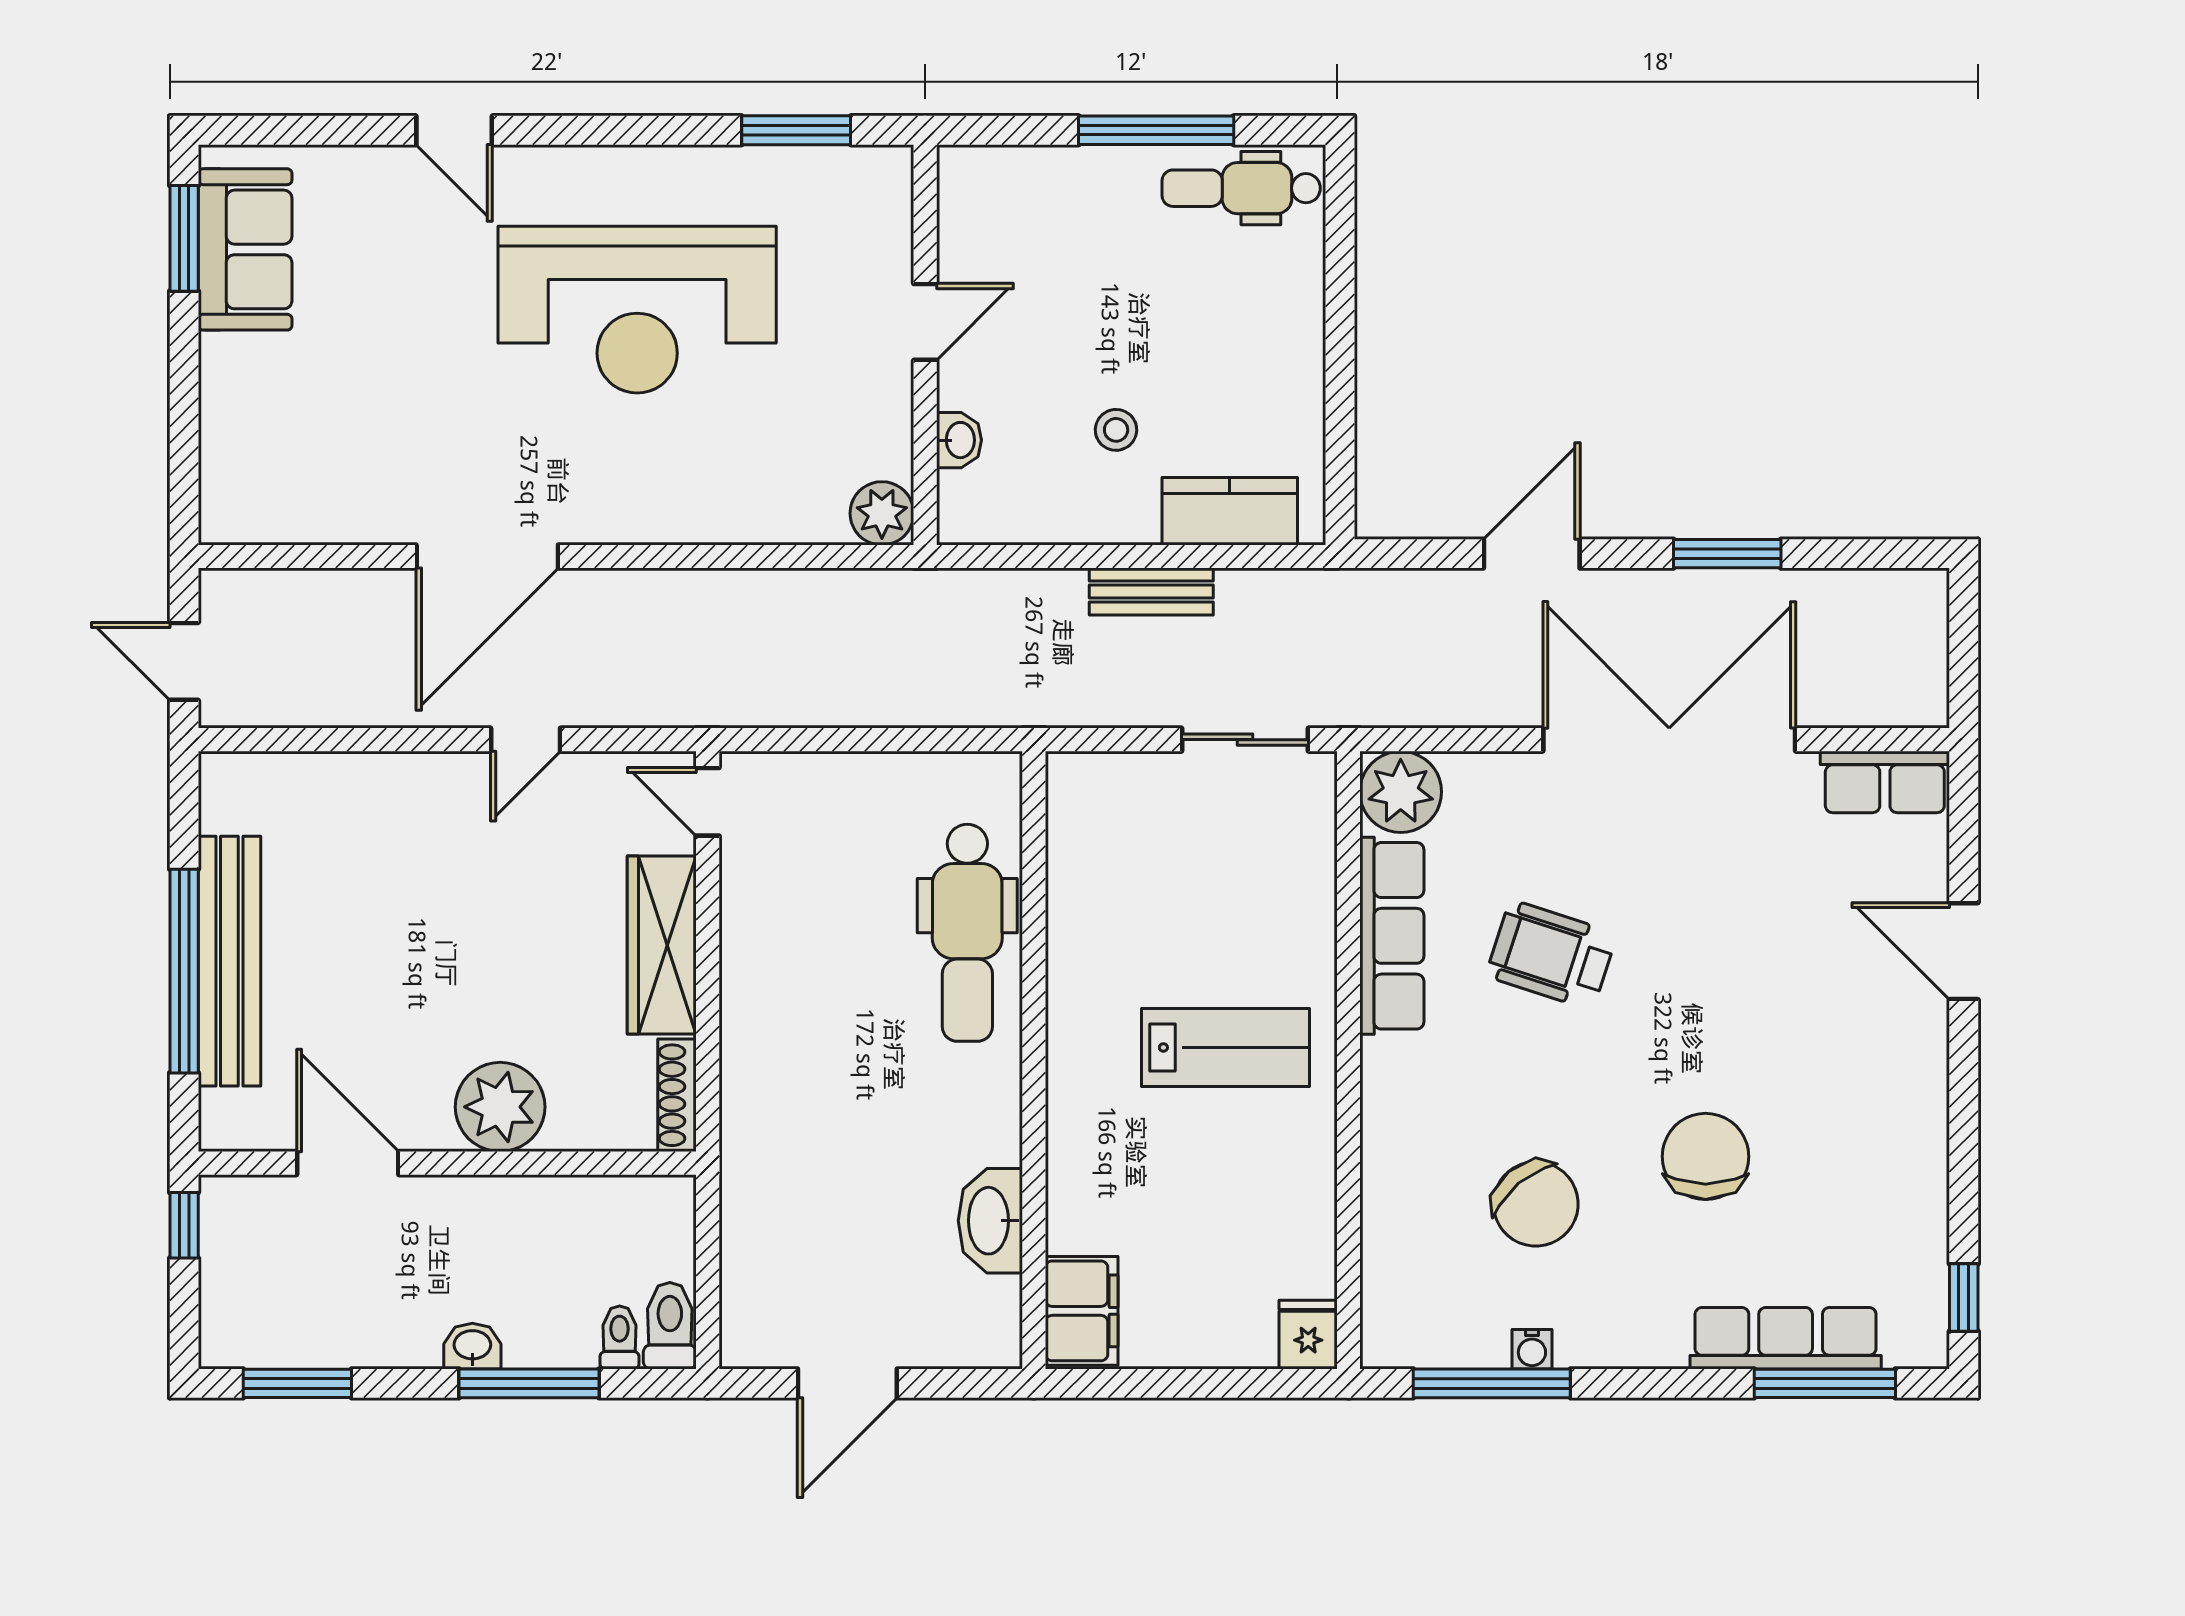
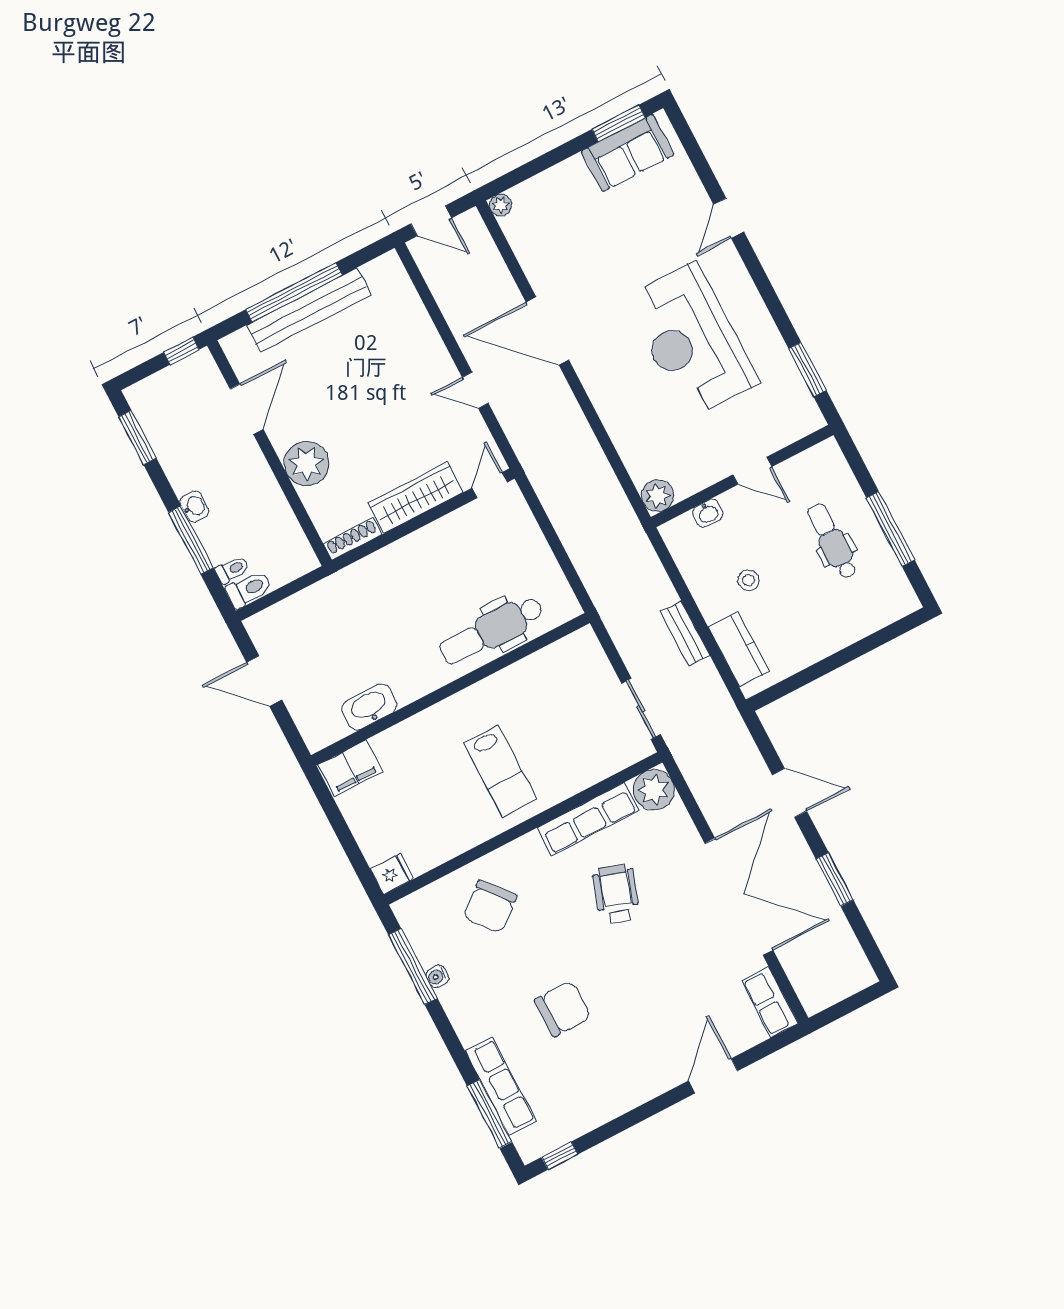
dental chair: (1241, 188) -> (832, 541), moved
plant: (220, 523) -> (501, 205), added
door: (184, 661) -> (431, 221), swing flipped
chair: (1536, 1204) -> (490, 907), moved

